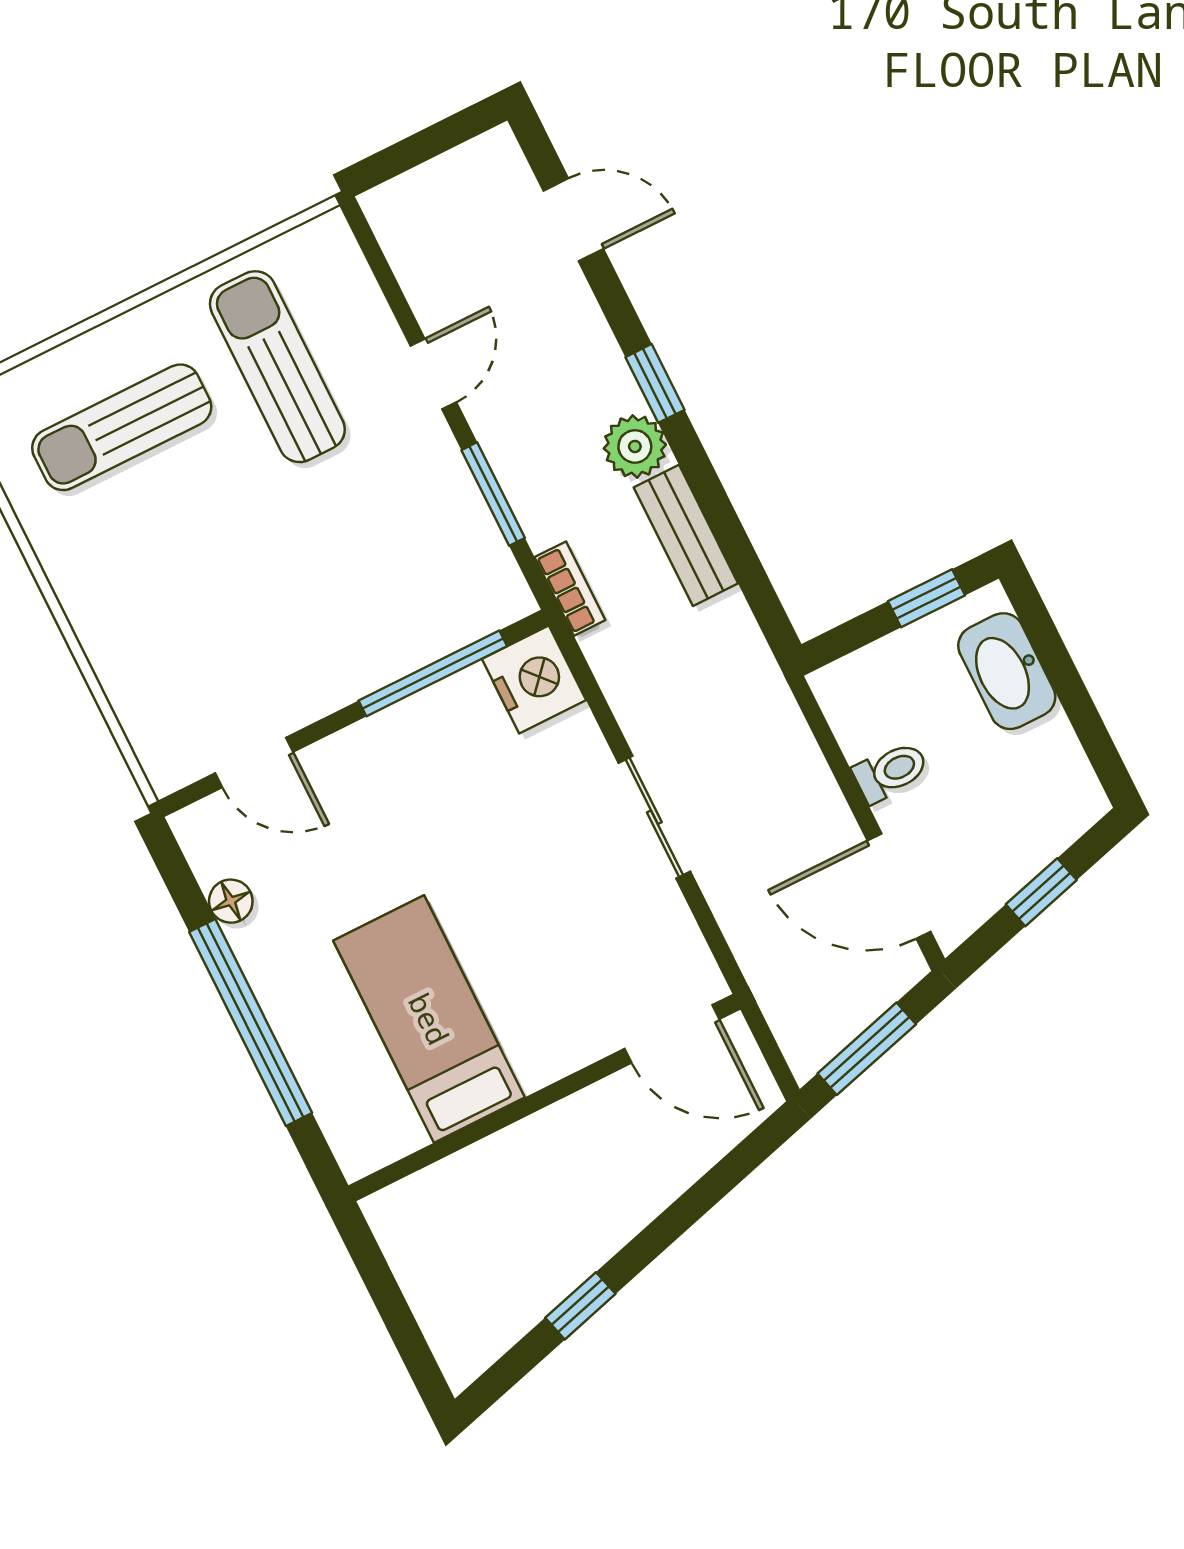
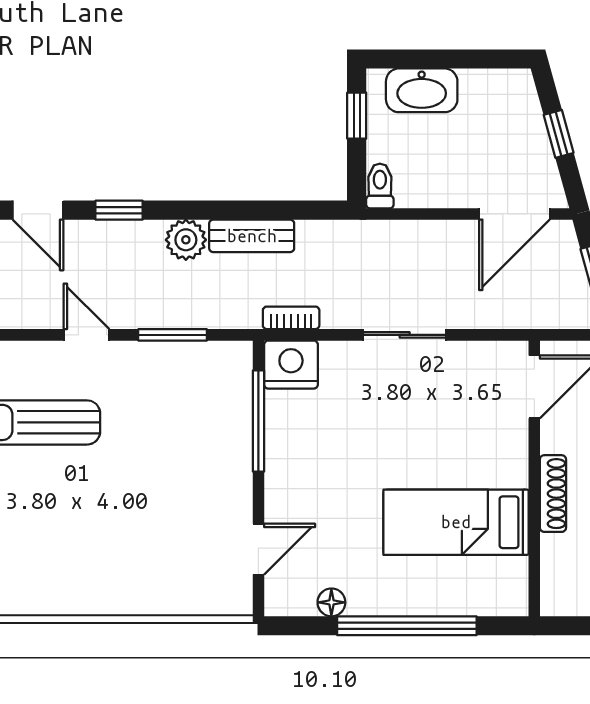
door: (573, 220) -> (38, 210), swing flipped
window: (655, 383) -> (119, 210), moved
sun lounger: (122, 427) -> (28, 529), removed
bookcase: (570, 589) -> (291, 318), moved
toilet: (891, 772) -> (380, 186), moved
shoe rack: (536, 1134) -> (553, 494), added

